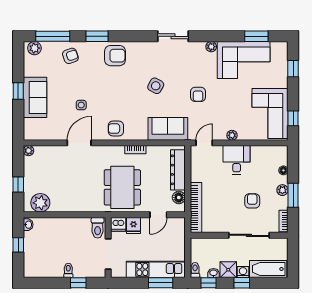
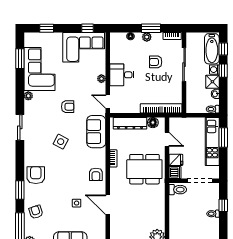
window: (209, 283) -> (223, 49), moved

